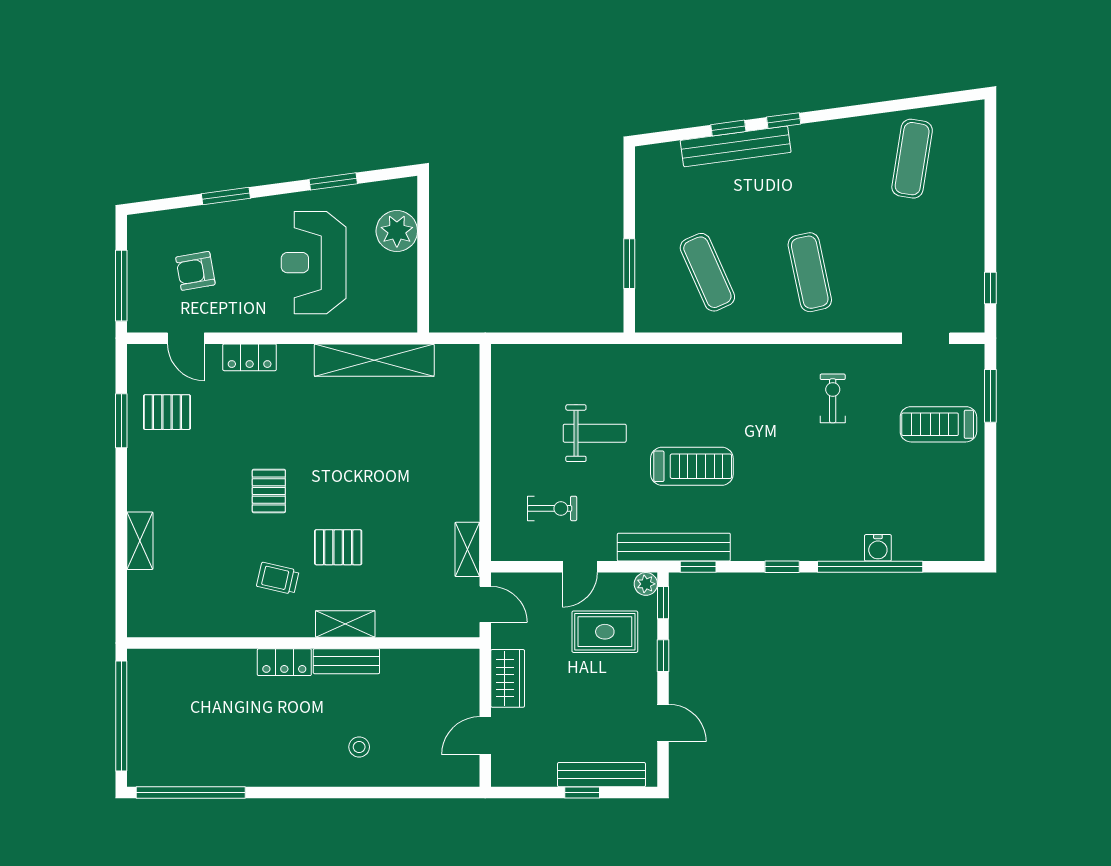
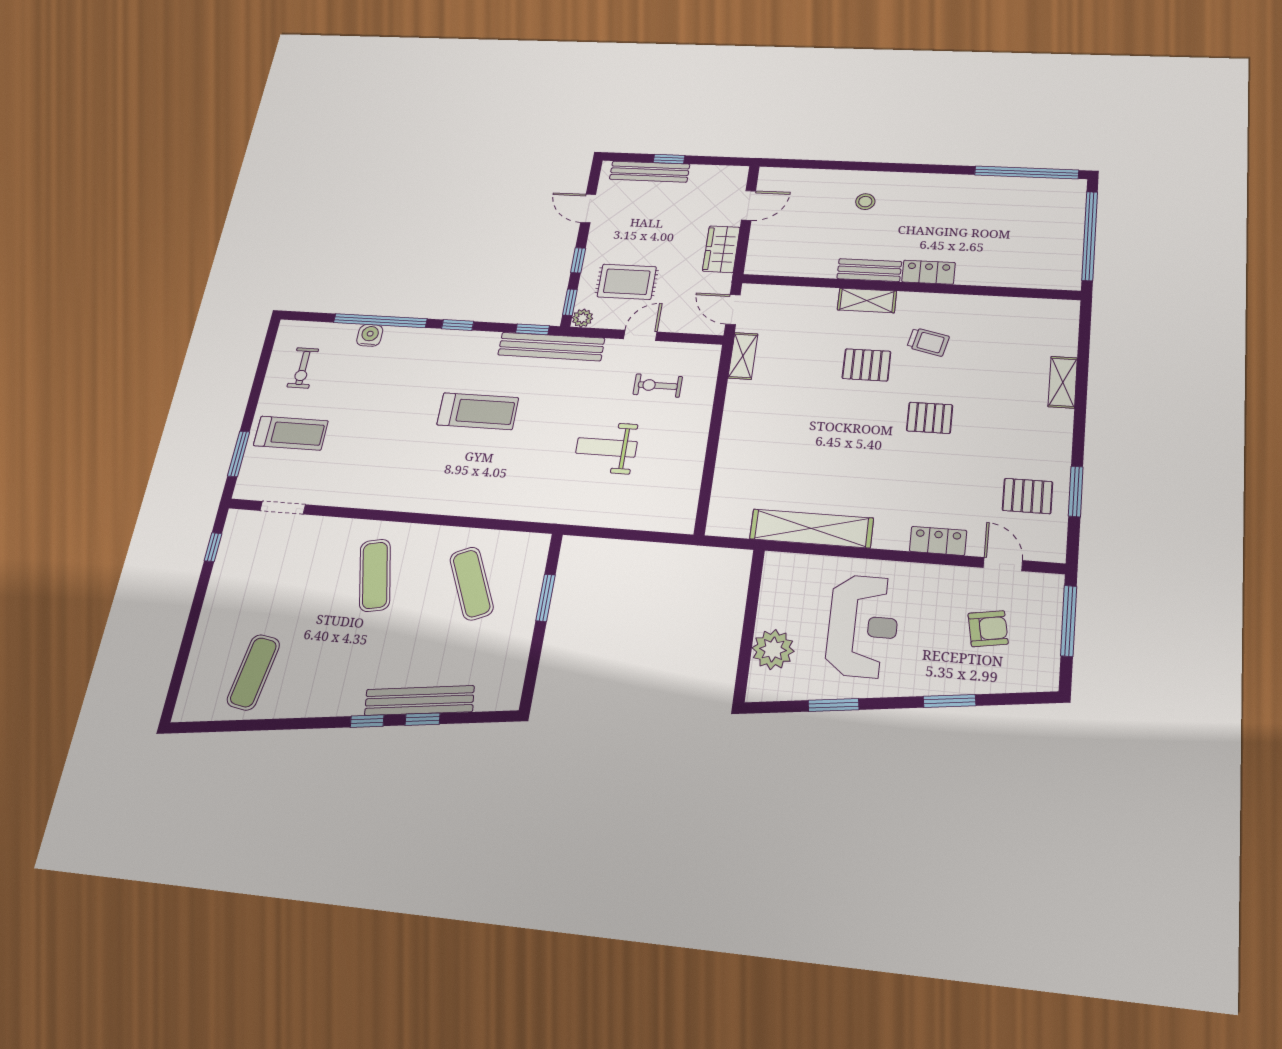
exercise bike: (833, 398) -> (303, 368), moved
treadmill: (692, 466) -> (478, 411), moved, turned 180
pallet: (269, 491) -> (930, 418), turned 90

